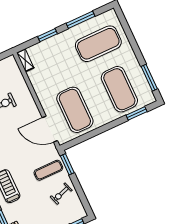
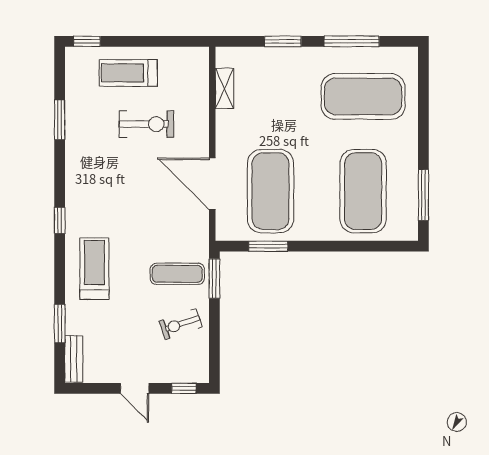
shelving: (25, 60) -> (225, 89), moved
window: (137, 113) -> (268, 246), moved
door: (50, 129) -> (212, 184), moved

